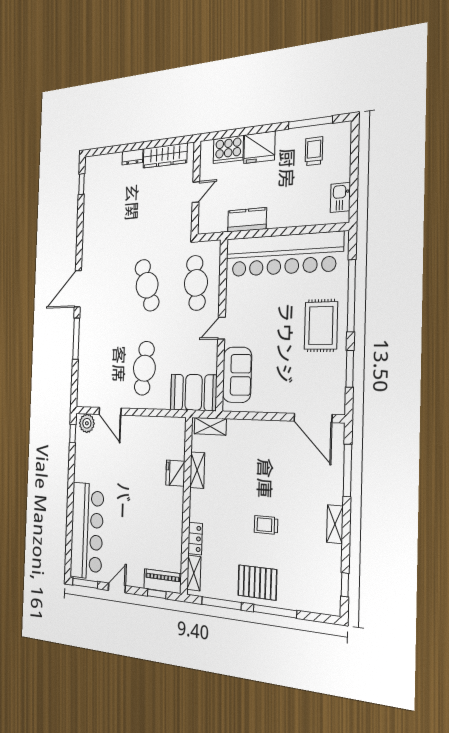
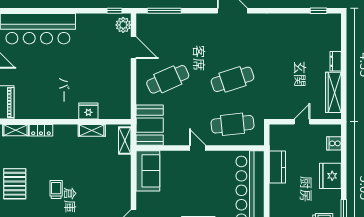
cooker: (228, 150) -> (334, 143), width x0.53, depth x0.76
door: (196, 192) -> (302, 122), swing flipped
window: (76, 339) -> (164, 11), moved
cafe table: (144, 368) -> (168, 79), turned -30
sofa: (237, 375) -> (148, 171), moved, turned -90
door: (110, 411) -> (134, 48), swing flipped

